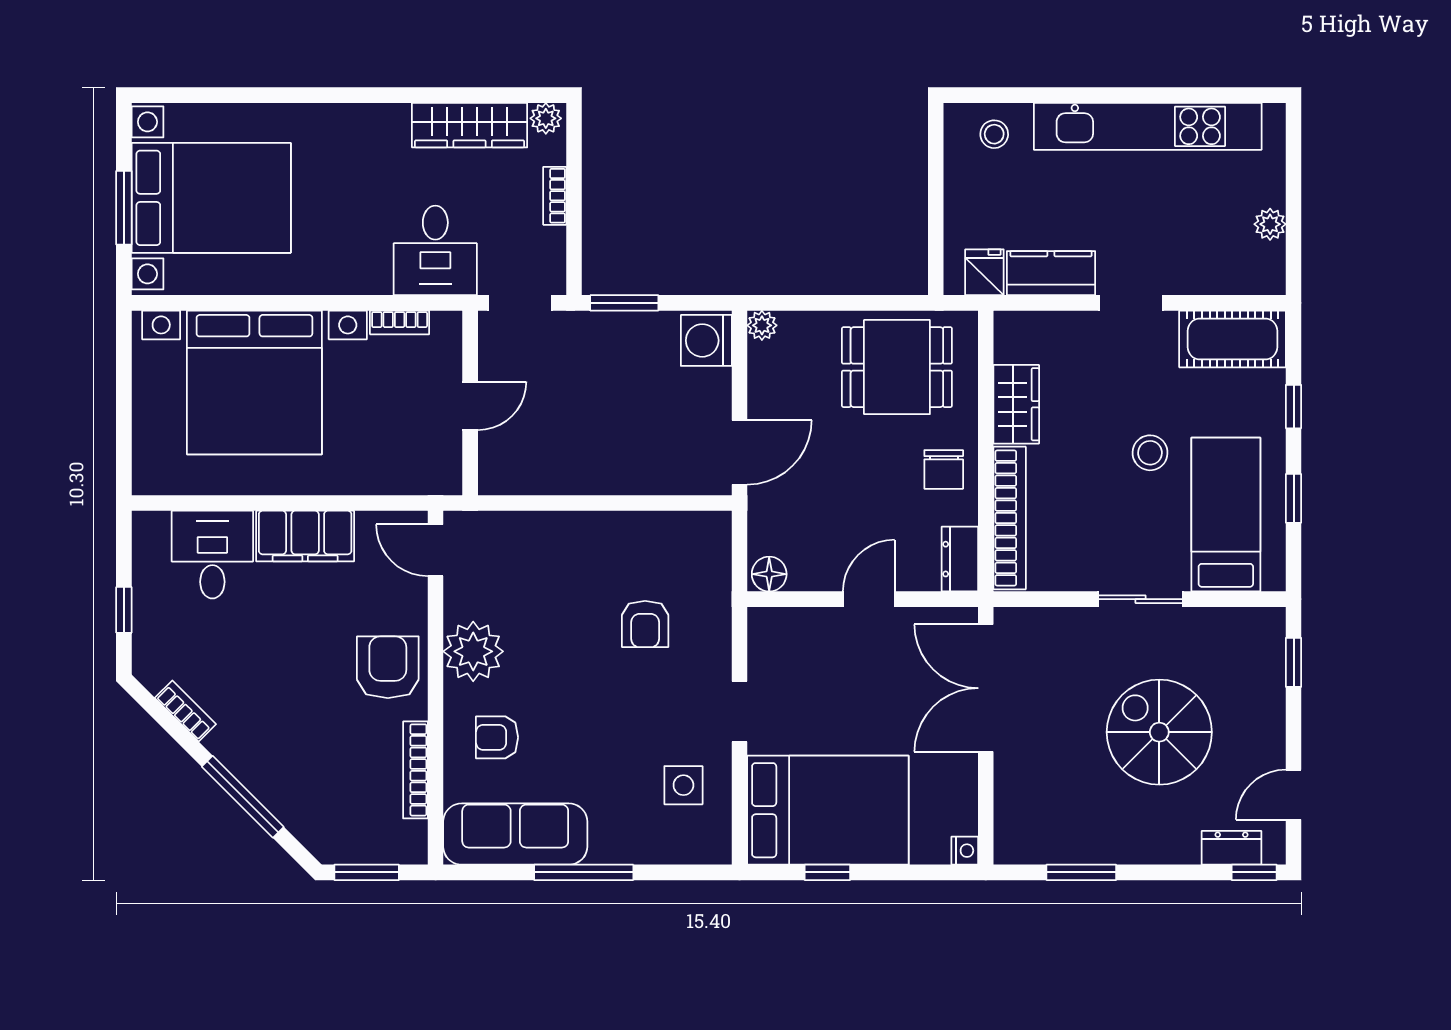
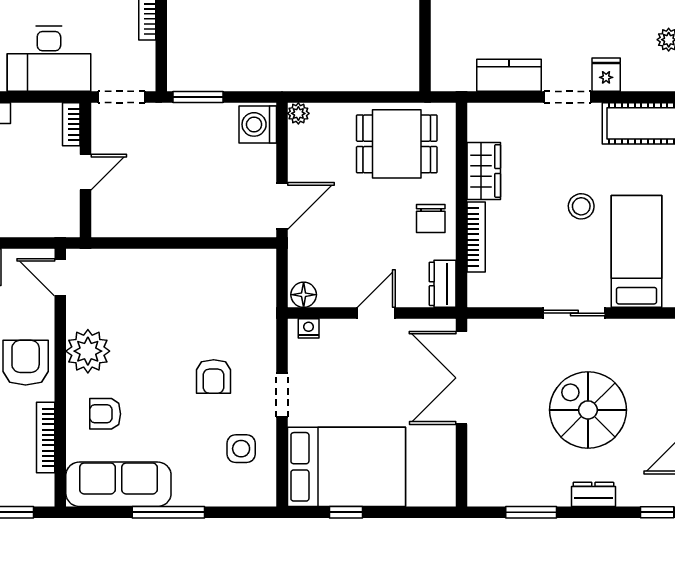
desk: (435, 250) -> (49, 59), width x1.37
fridge: (984, 272) -> (606, 75), moved
bookcase: (400, 322) -> (71, 124), moved, turned 90
bookcase: (1010, 518) -> (476, 237), width x0.68, depth x0.76
armchair: (645, 624) -> (214, 376), moved
dresser: (1231, 848) -> (593, 494), moved
nightstand: (965, 851) -> (309, 328), moved, turned -90

